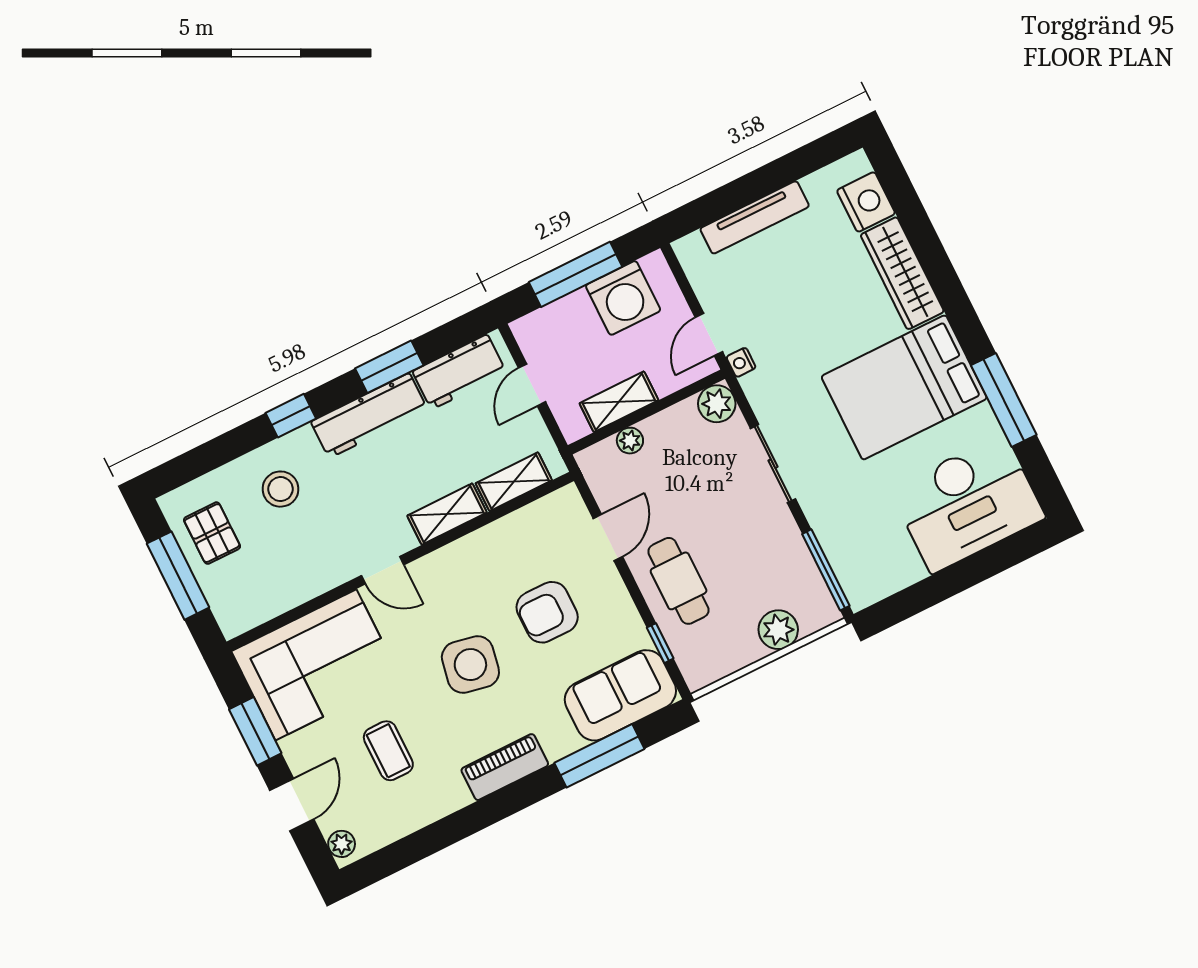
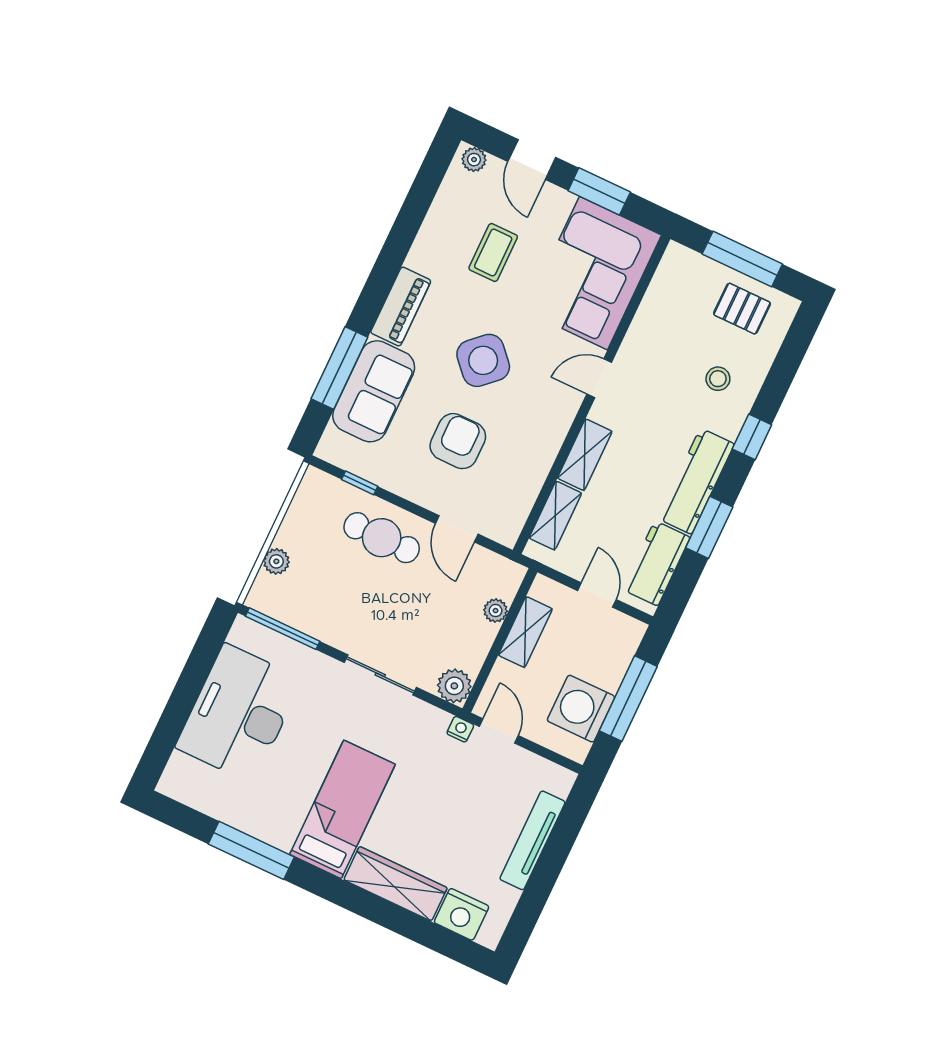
bed: (904, 387) -> (342, 809), width x0.67
stool: (281, 489) -> (718, 379), width x0.73, depth x0.73
desk: (968, 504) -> (239, 713), moved
plant: (778, 630) -> (276, 561), width x0.73, depth x0.73
side table: (470, 665) -> (483, 360), turned 36
sofa: (620, 695) -> (374, 391), moved
coffee table: (388, 751) -> (493, 252), turned 90

